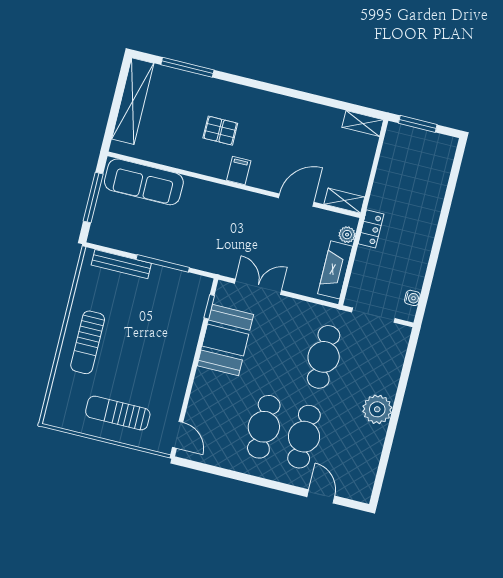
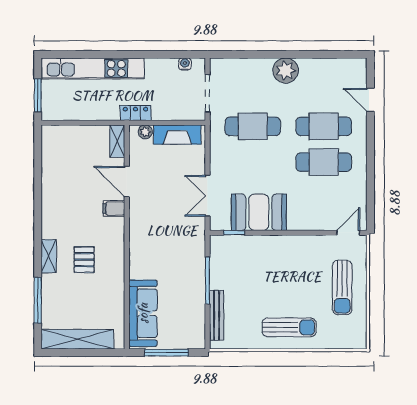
shelving: (363, 123) -> (49, 256), moved
filing cabinet: (239, 171) -> (114, 209), moved
kitchen unit: (433, 193) -> (93, 68), added
door: (321, 496) -> (370, 100), hinge flipped

